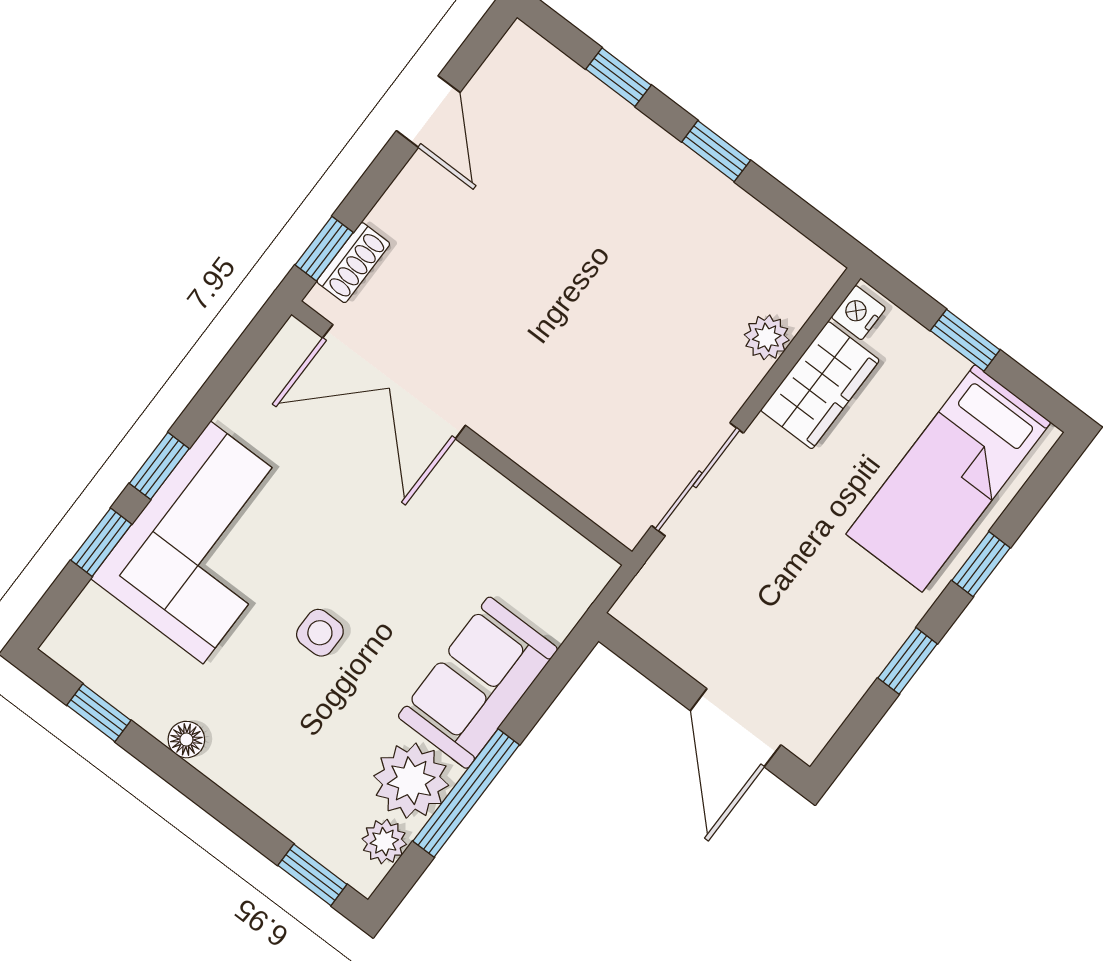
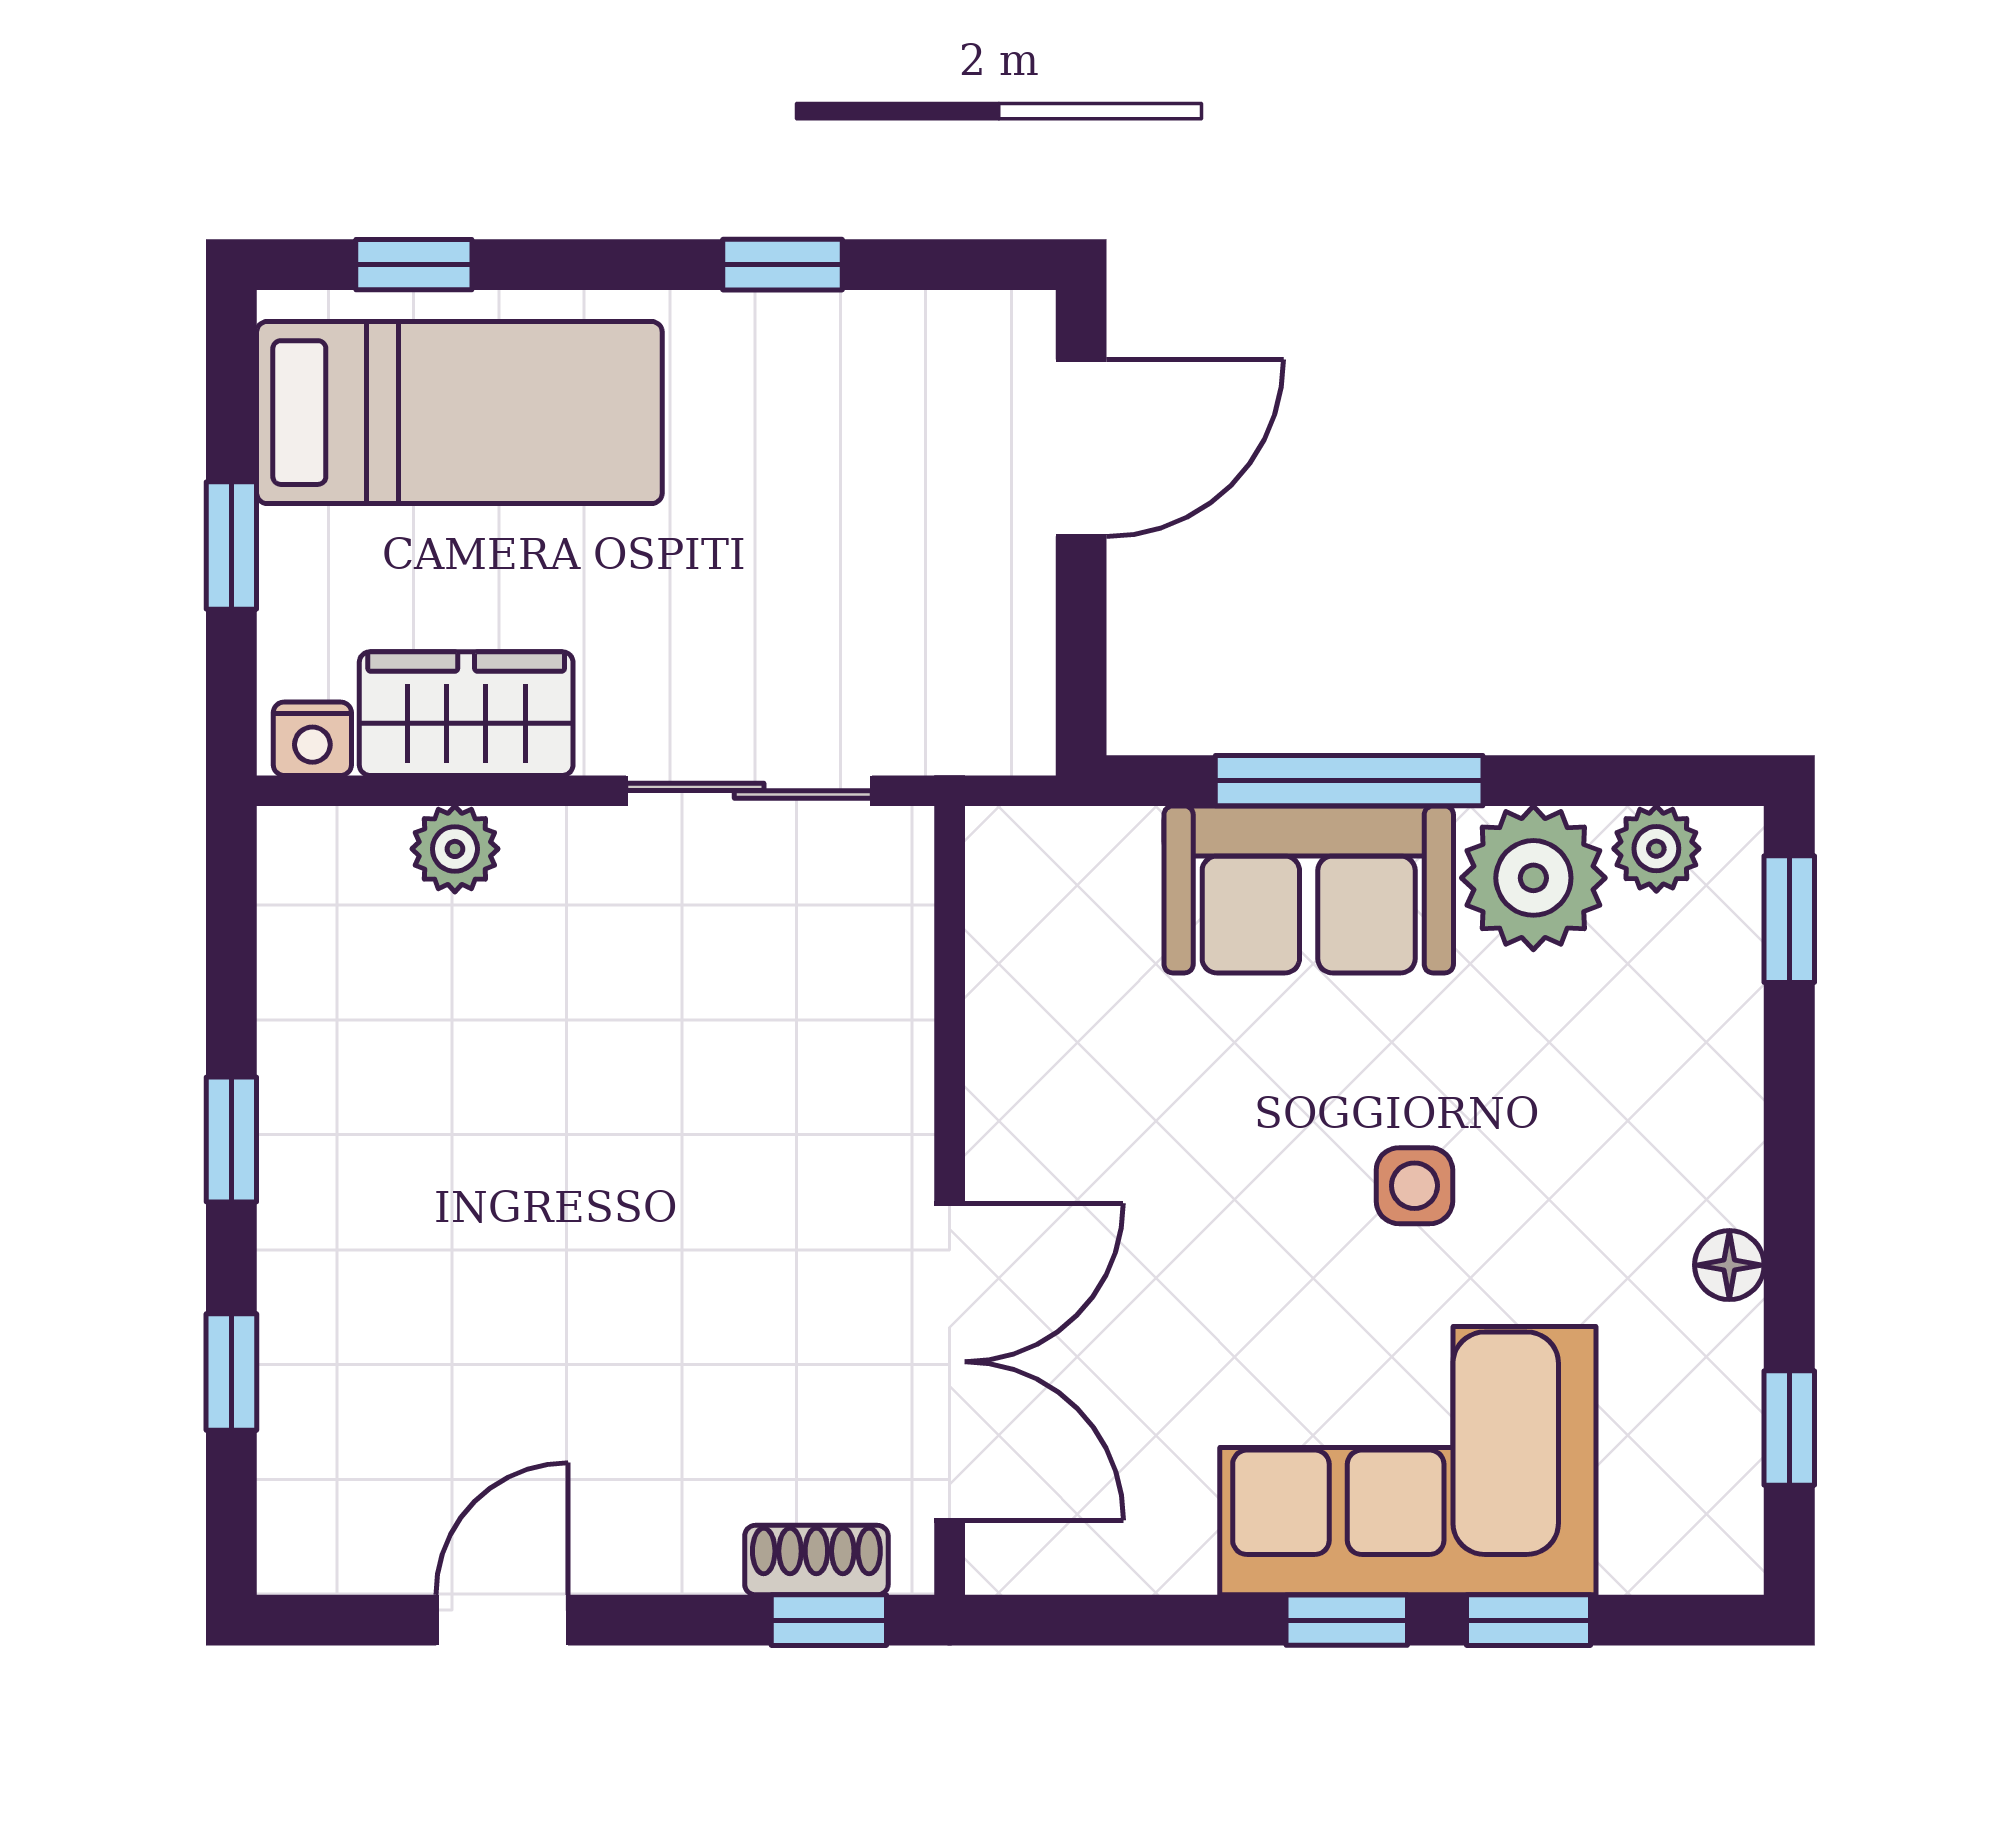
window: (981, 564) -> (414, 265), moved
window: (466, 793) -> (1349, 781), moved

